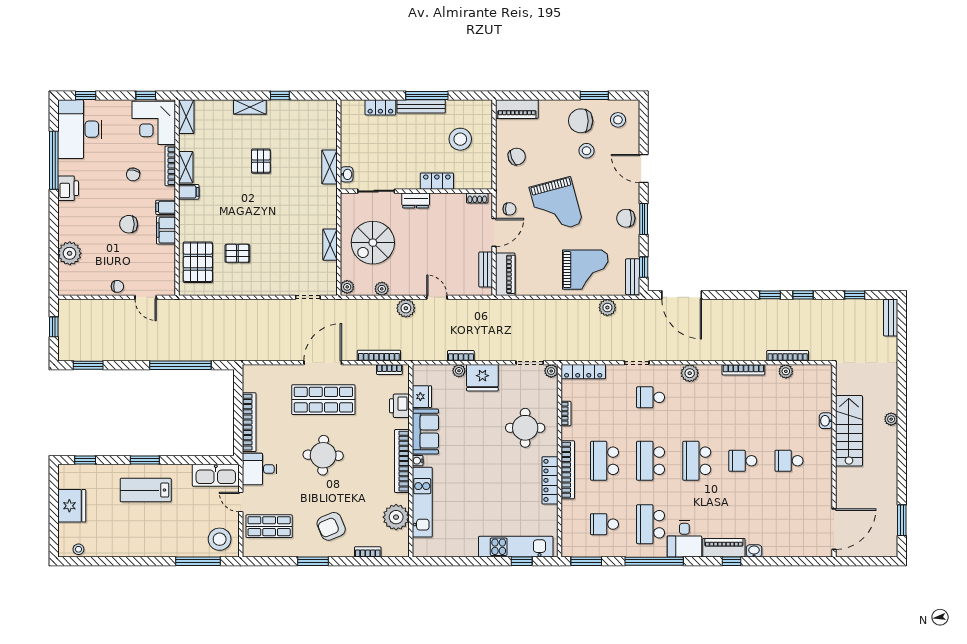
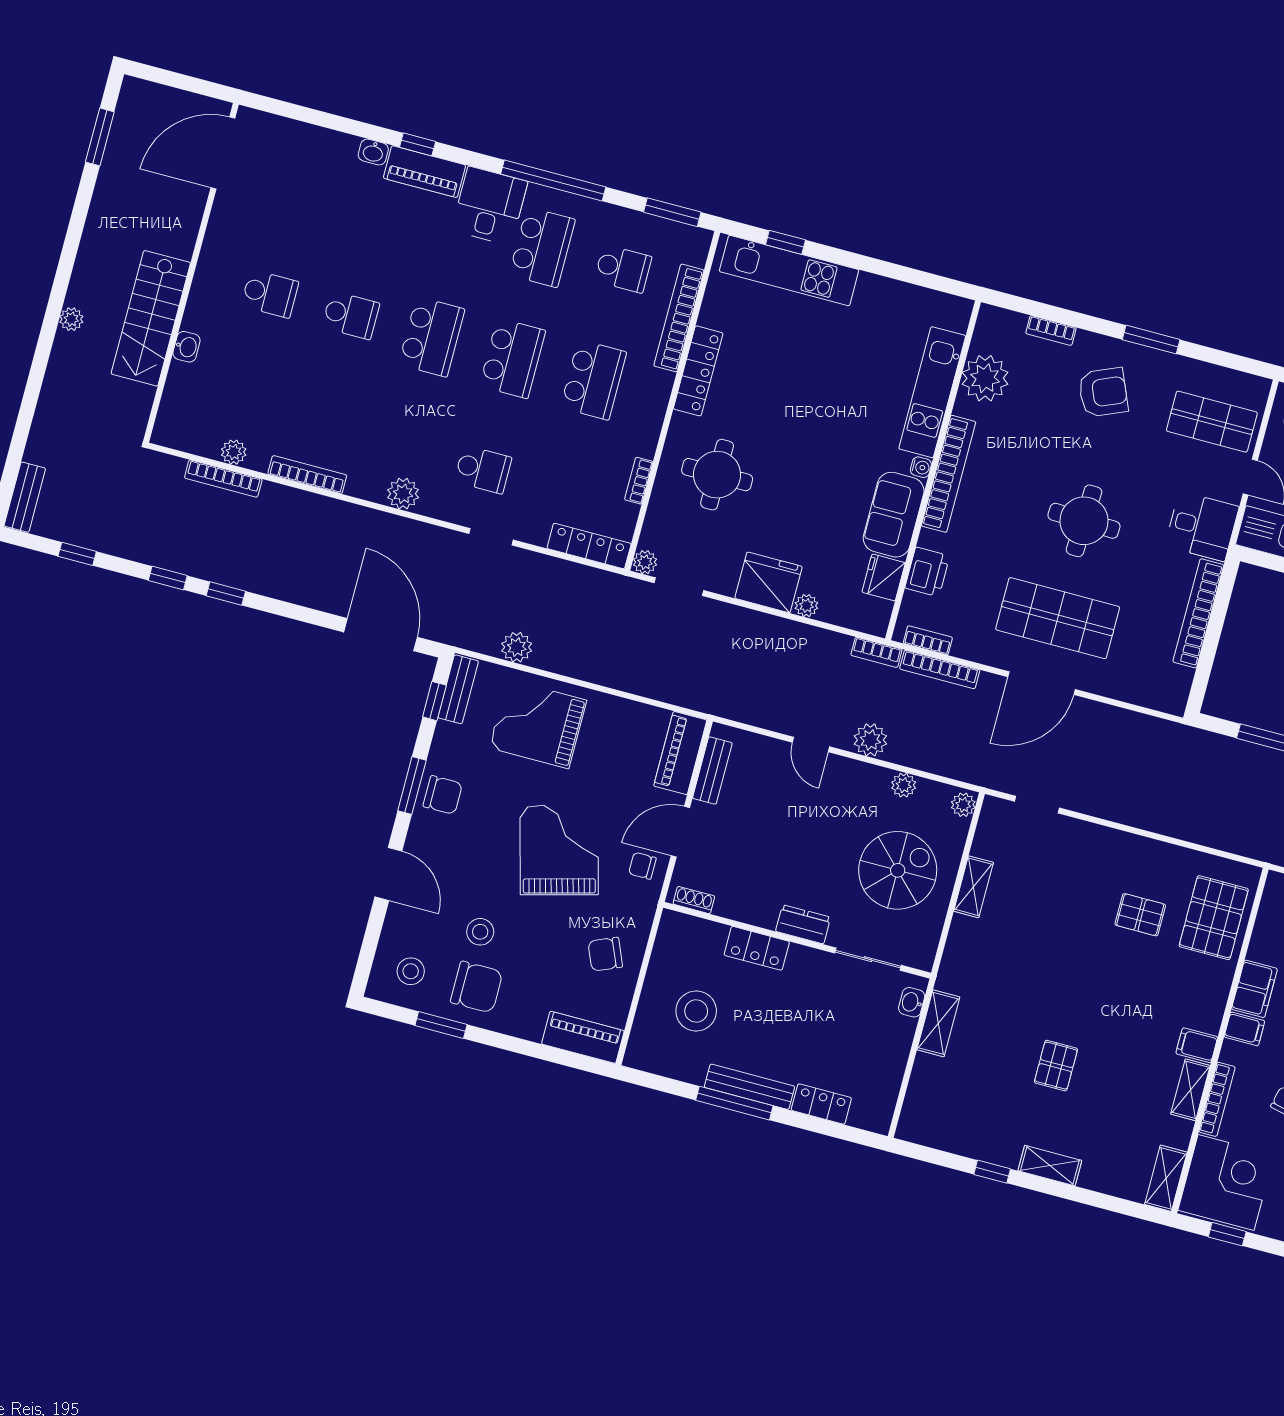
bookcase: (461, 356) -> (876, 652), moved
bookcase: (568, 470) -> (679, 318), moved

